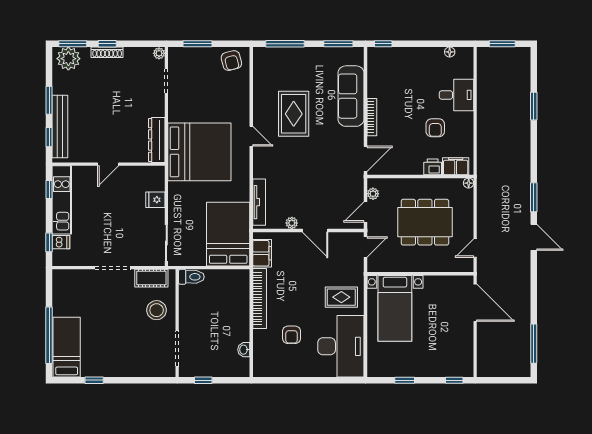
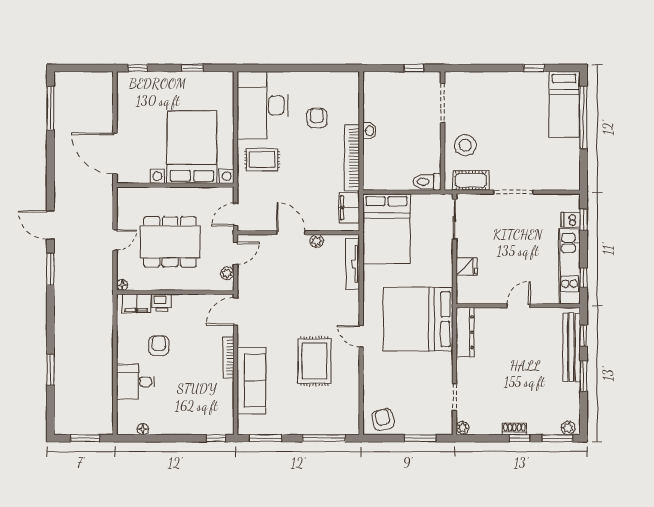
shoe rack: (107, 52) -> (514, 429), width x0.70
plant: (68, 59) -> (568, 428), width x0.53, depth x0.53
door: (475, 248) -> (115, 240), moved
bed with nightstands: (395, 308) -> (192, 147), width x1.36
washbasin: (244, 350) -> (369, 131), moved

